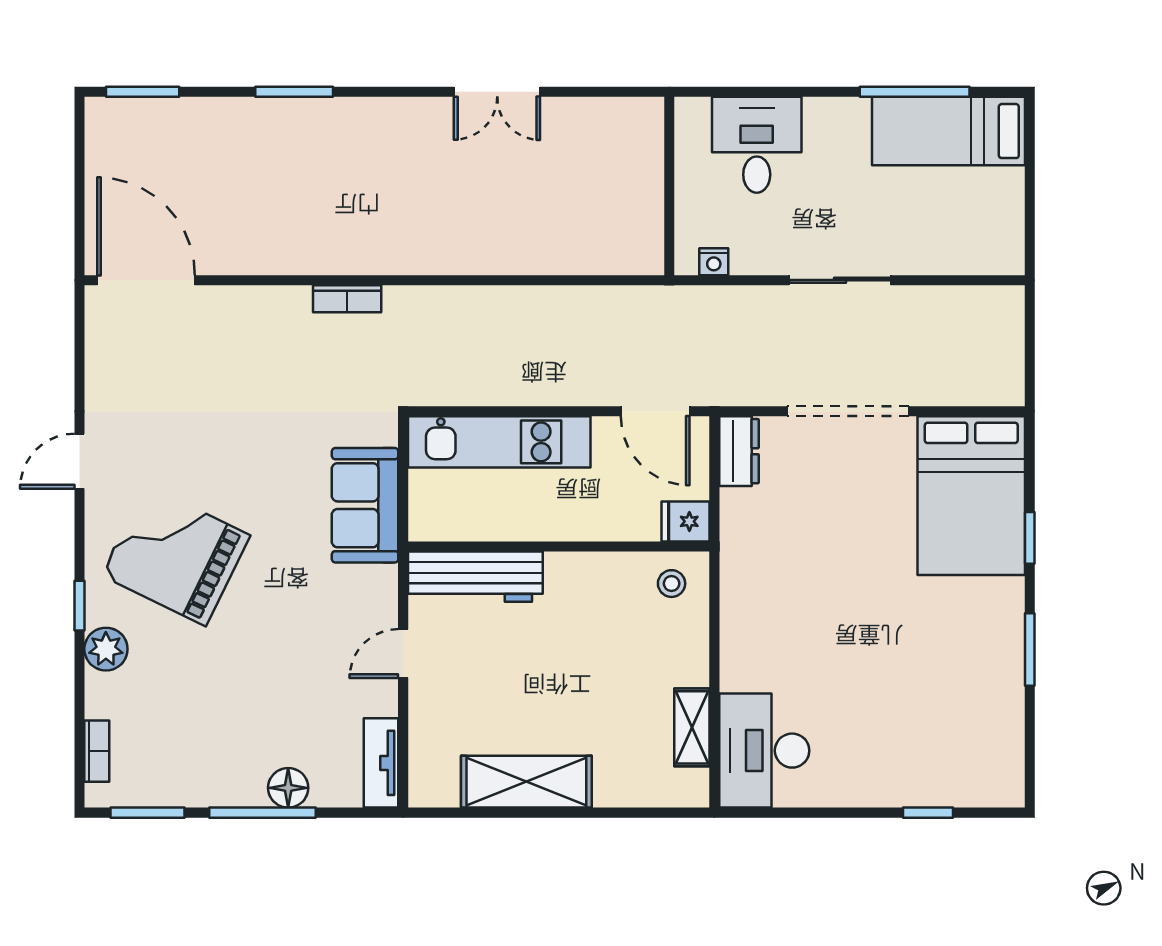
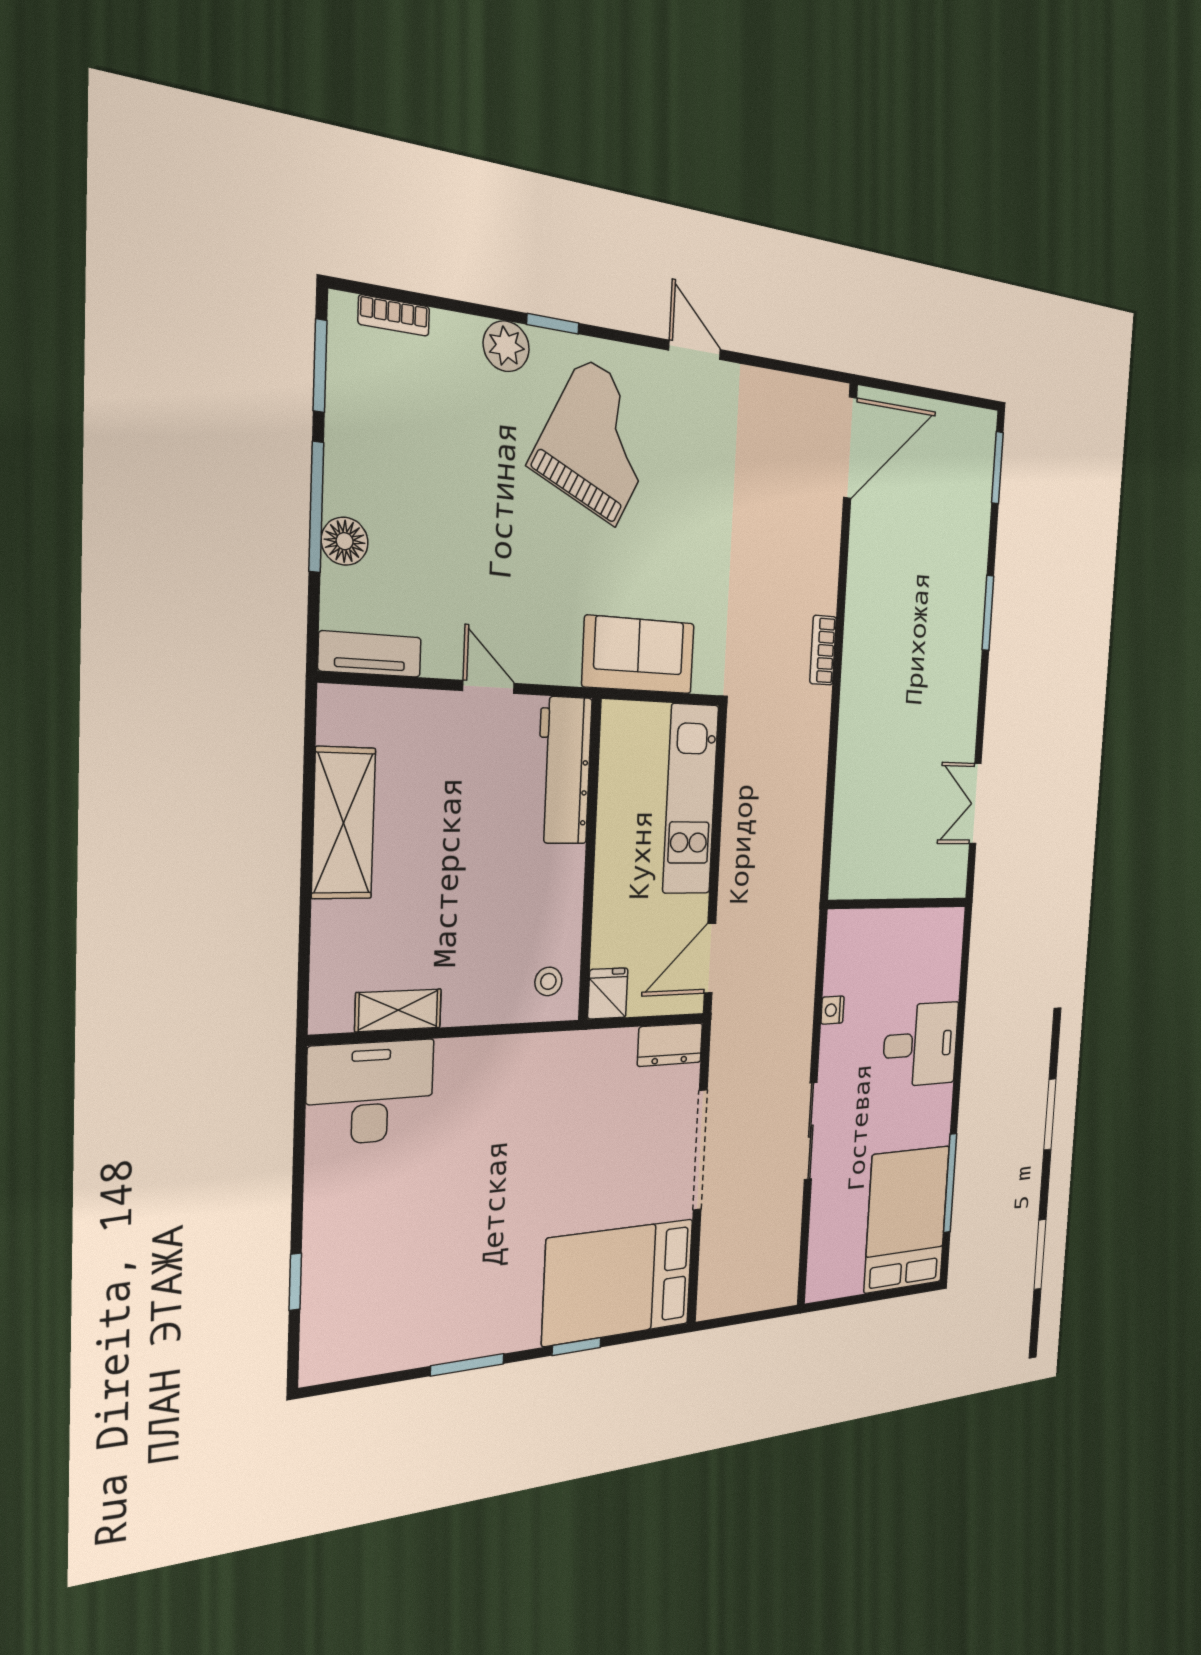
bed: (949, 131) -> (907, 1219), width x1.50
wall: (669, 186) -> (898, 903), moved

